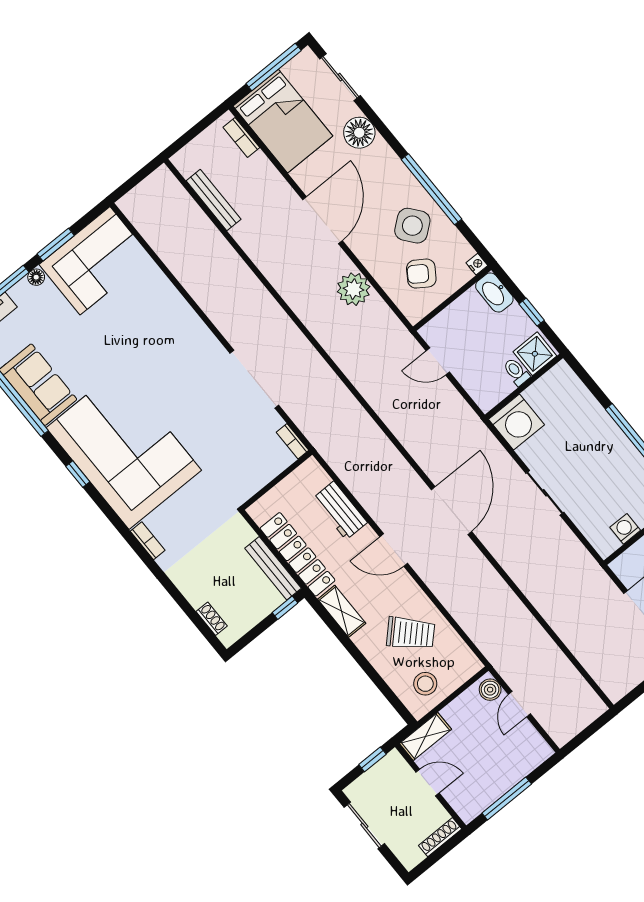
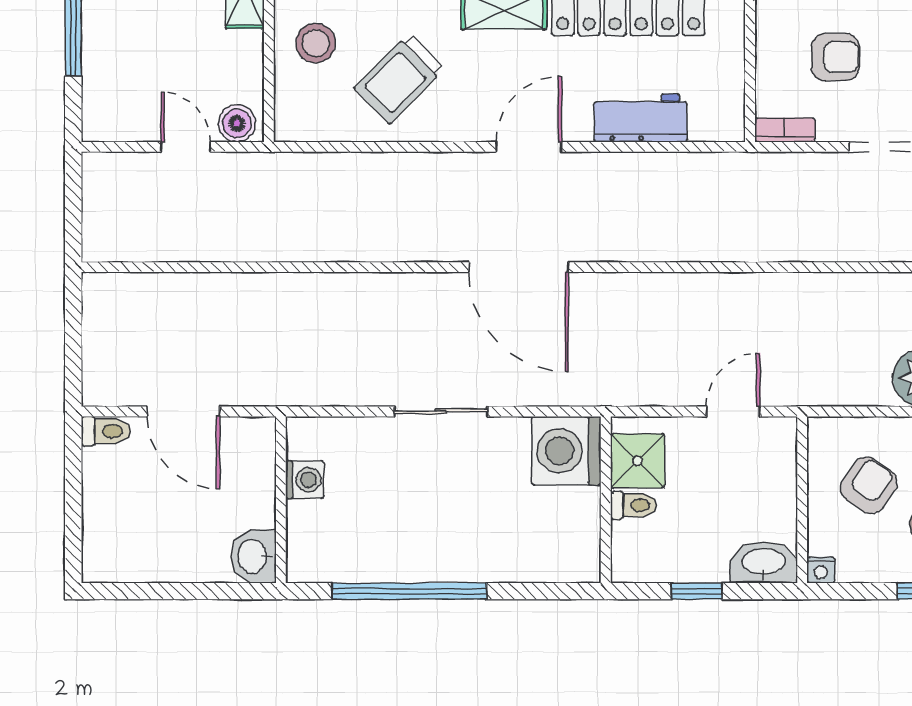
shower: (535, 354) -> (638, 461), moved
armchair: (241, 445) -> (835, 57), added

